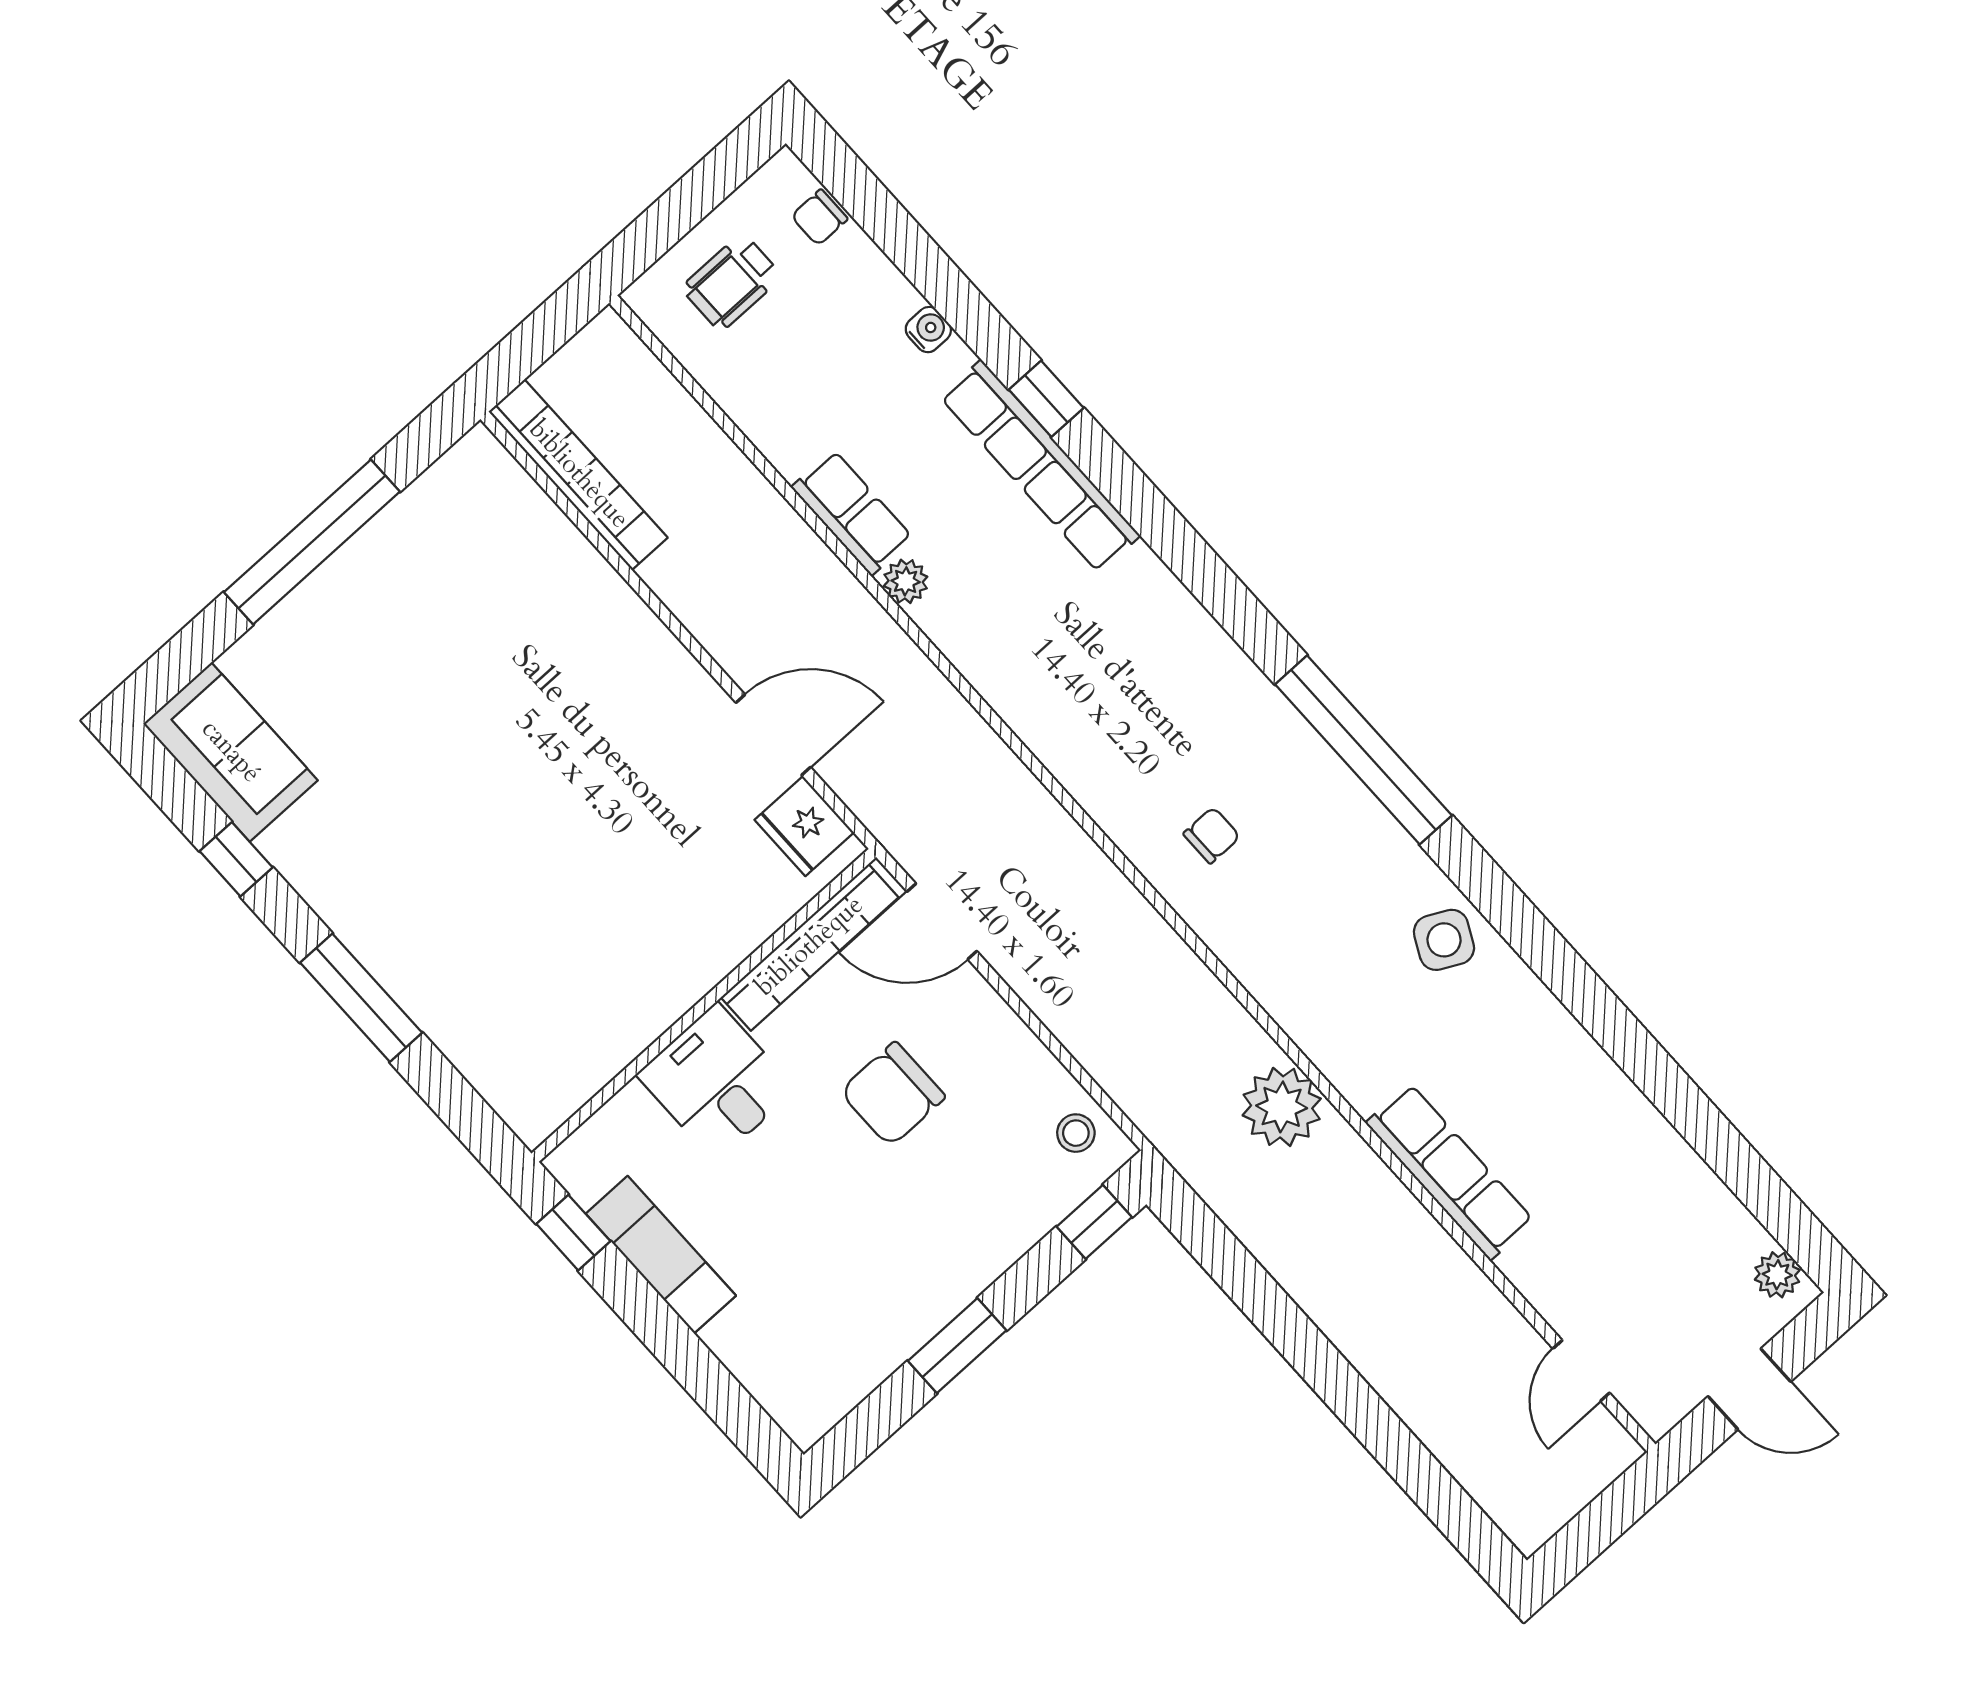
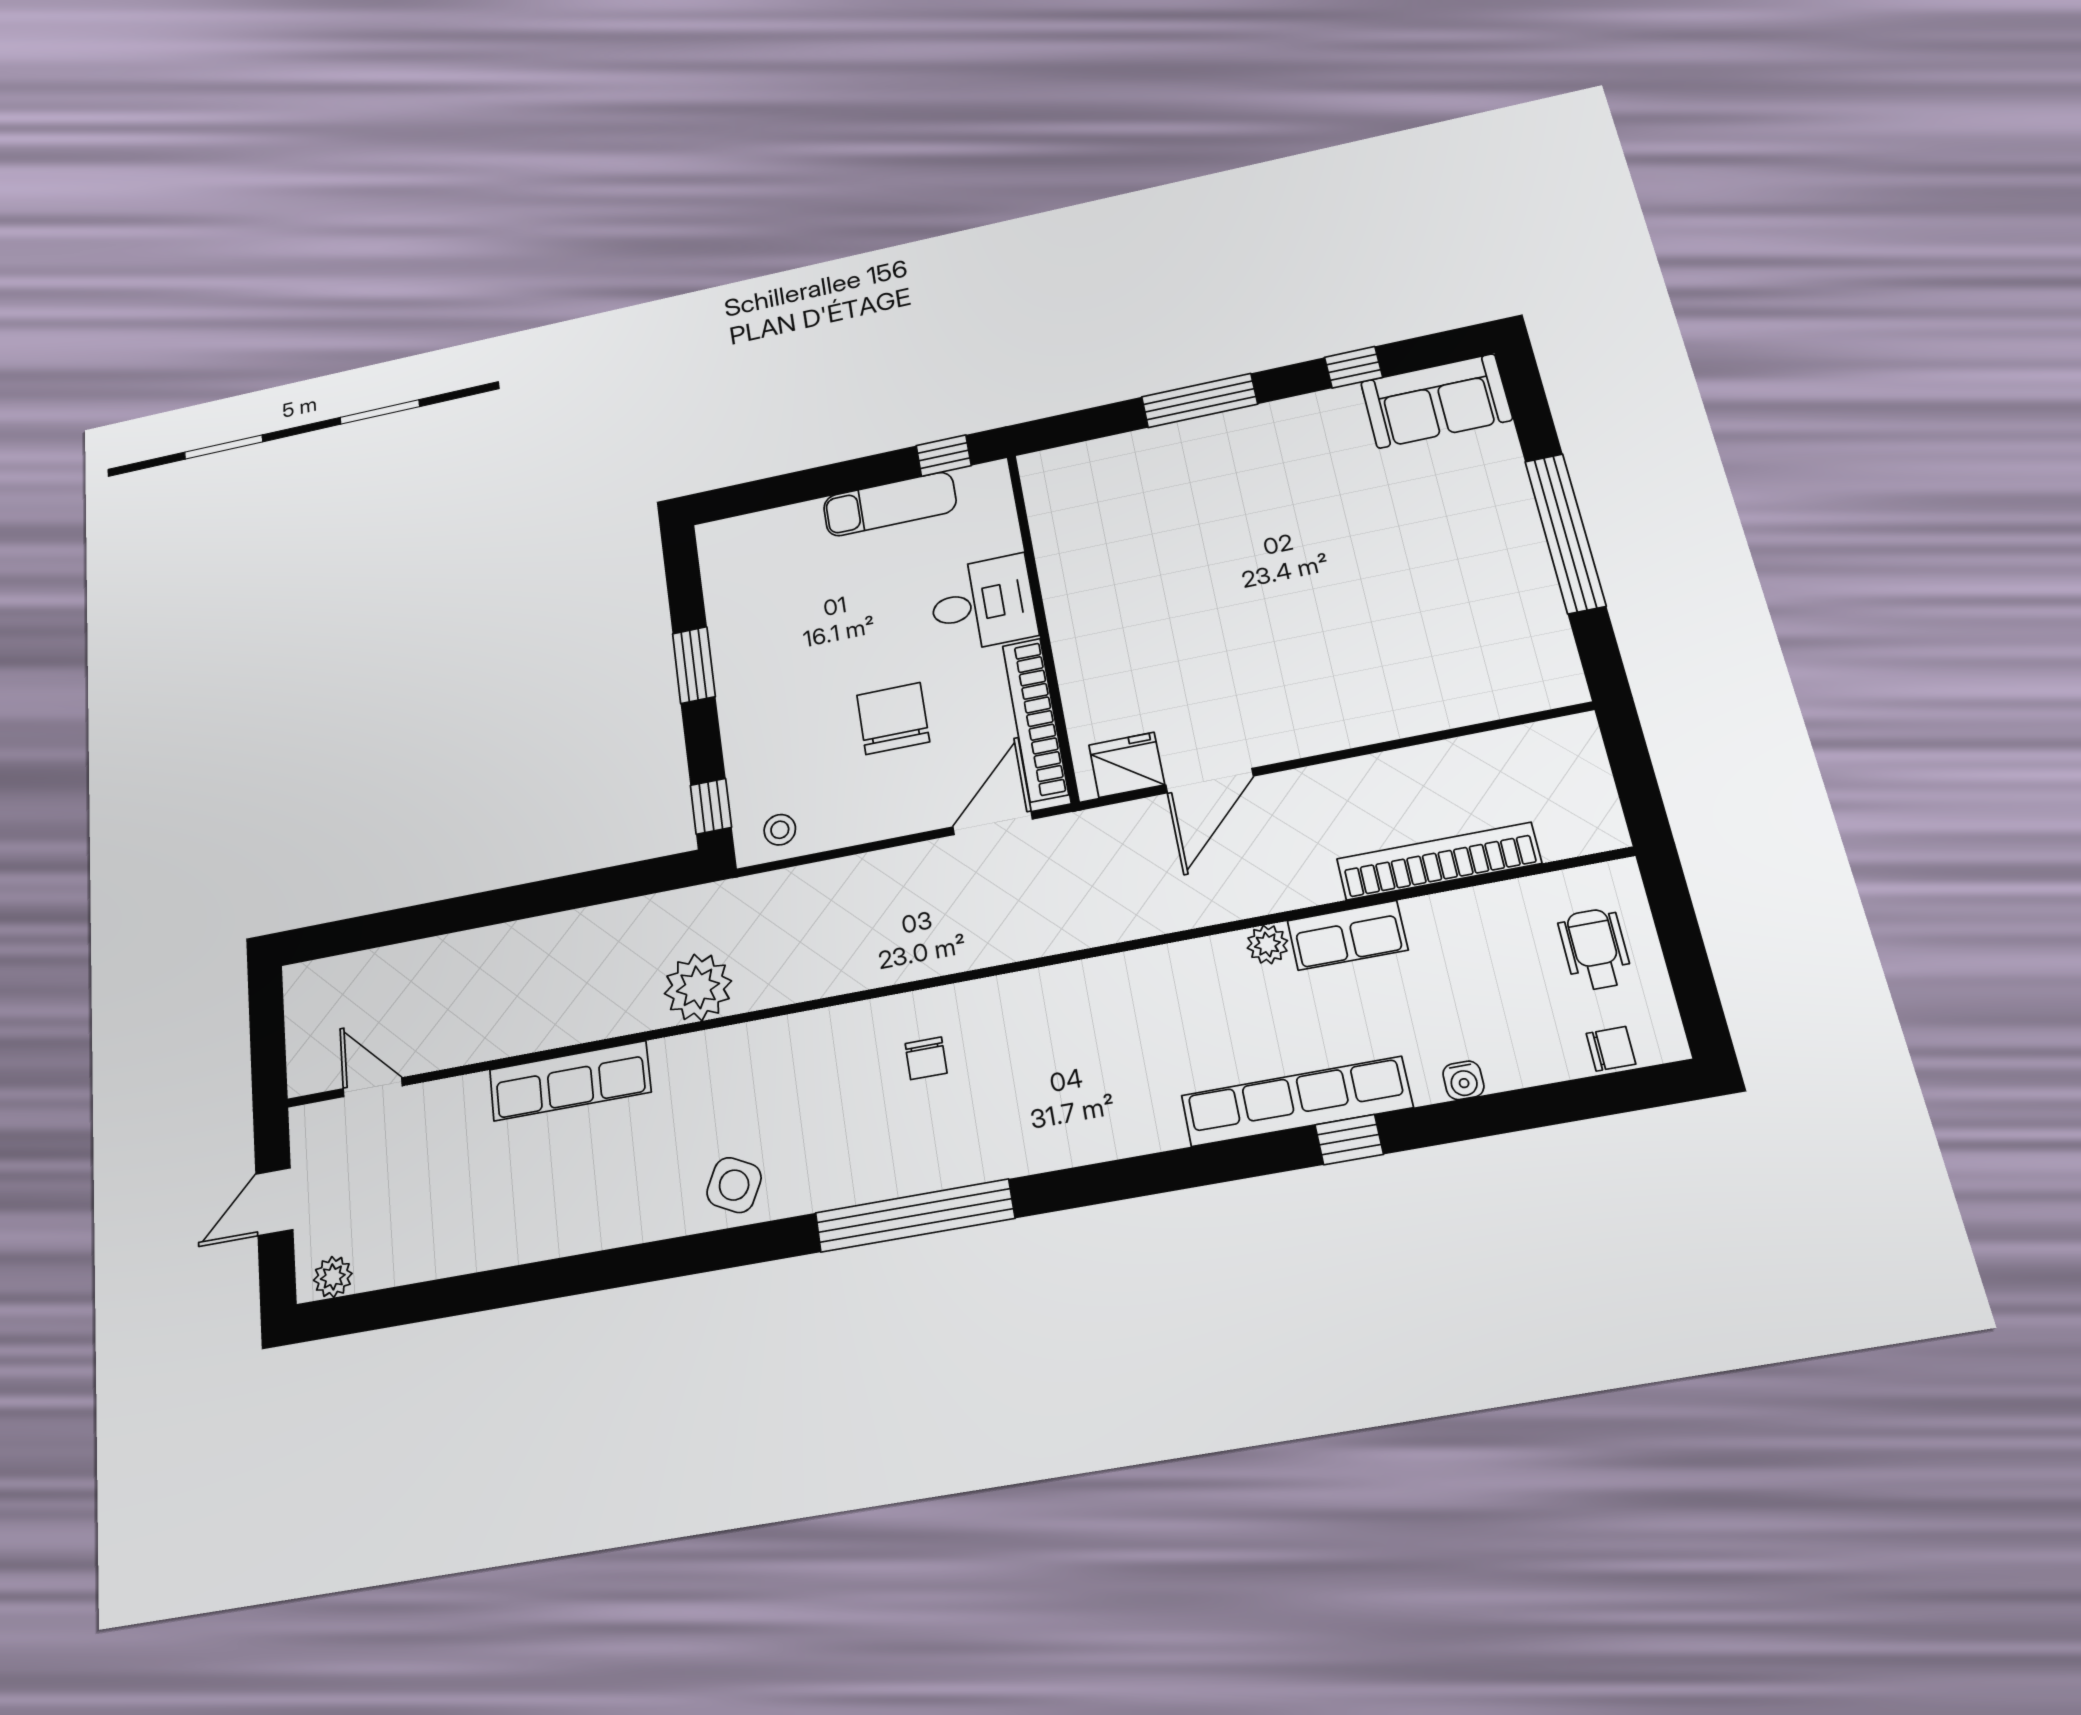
chair: (819, 217) -> (1611, 1049), turned 90
bookcase: (578, 475) -> (1439, 861), moved, turned 180

